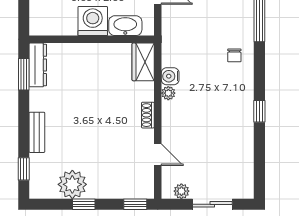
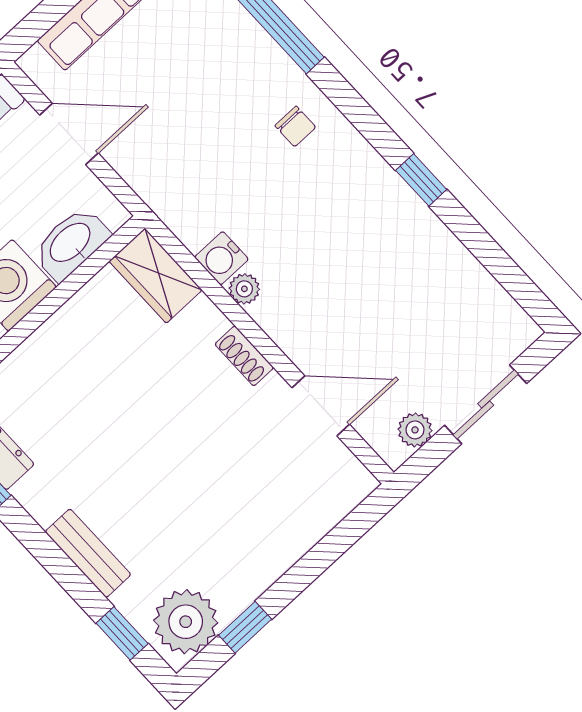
door: (158, 155) -> (321, 406), width x1.38
plant: (72, 184) -> (186, 622), moved
window: (84, 204) -> (245, 627), moved
window: (135, 204) -> (359, 522), removed

